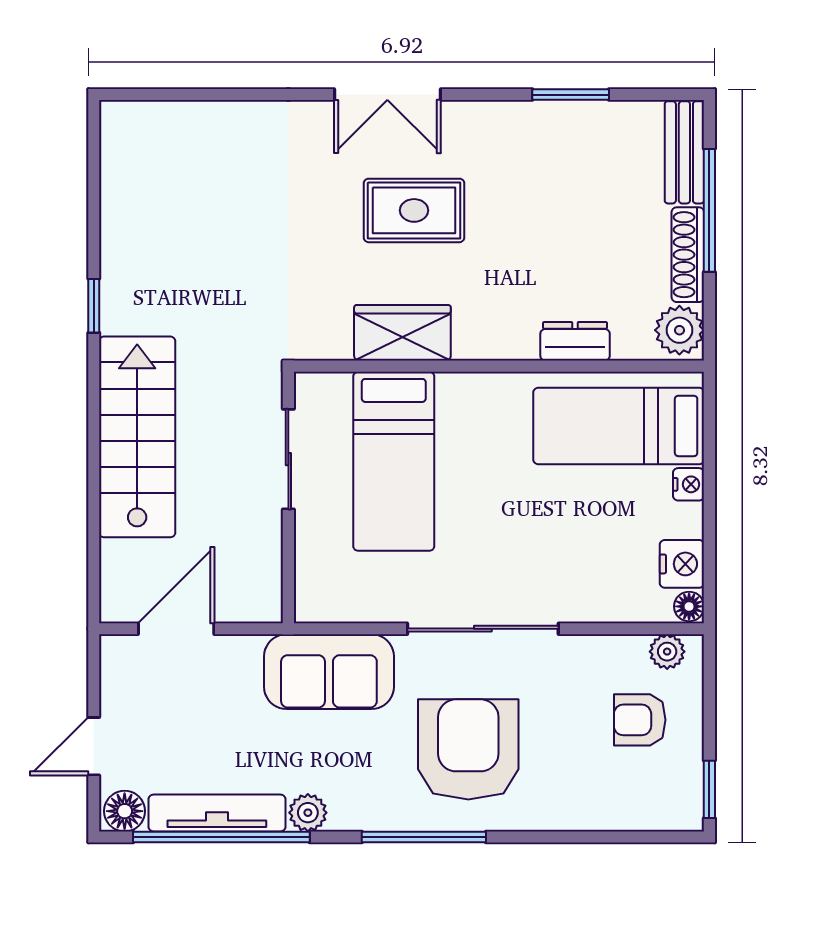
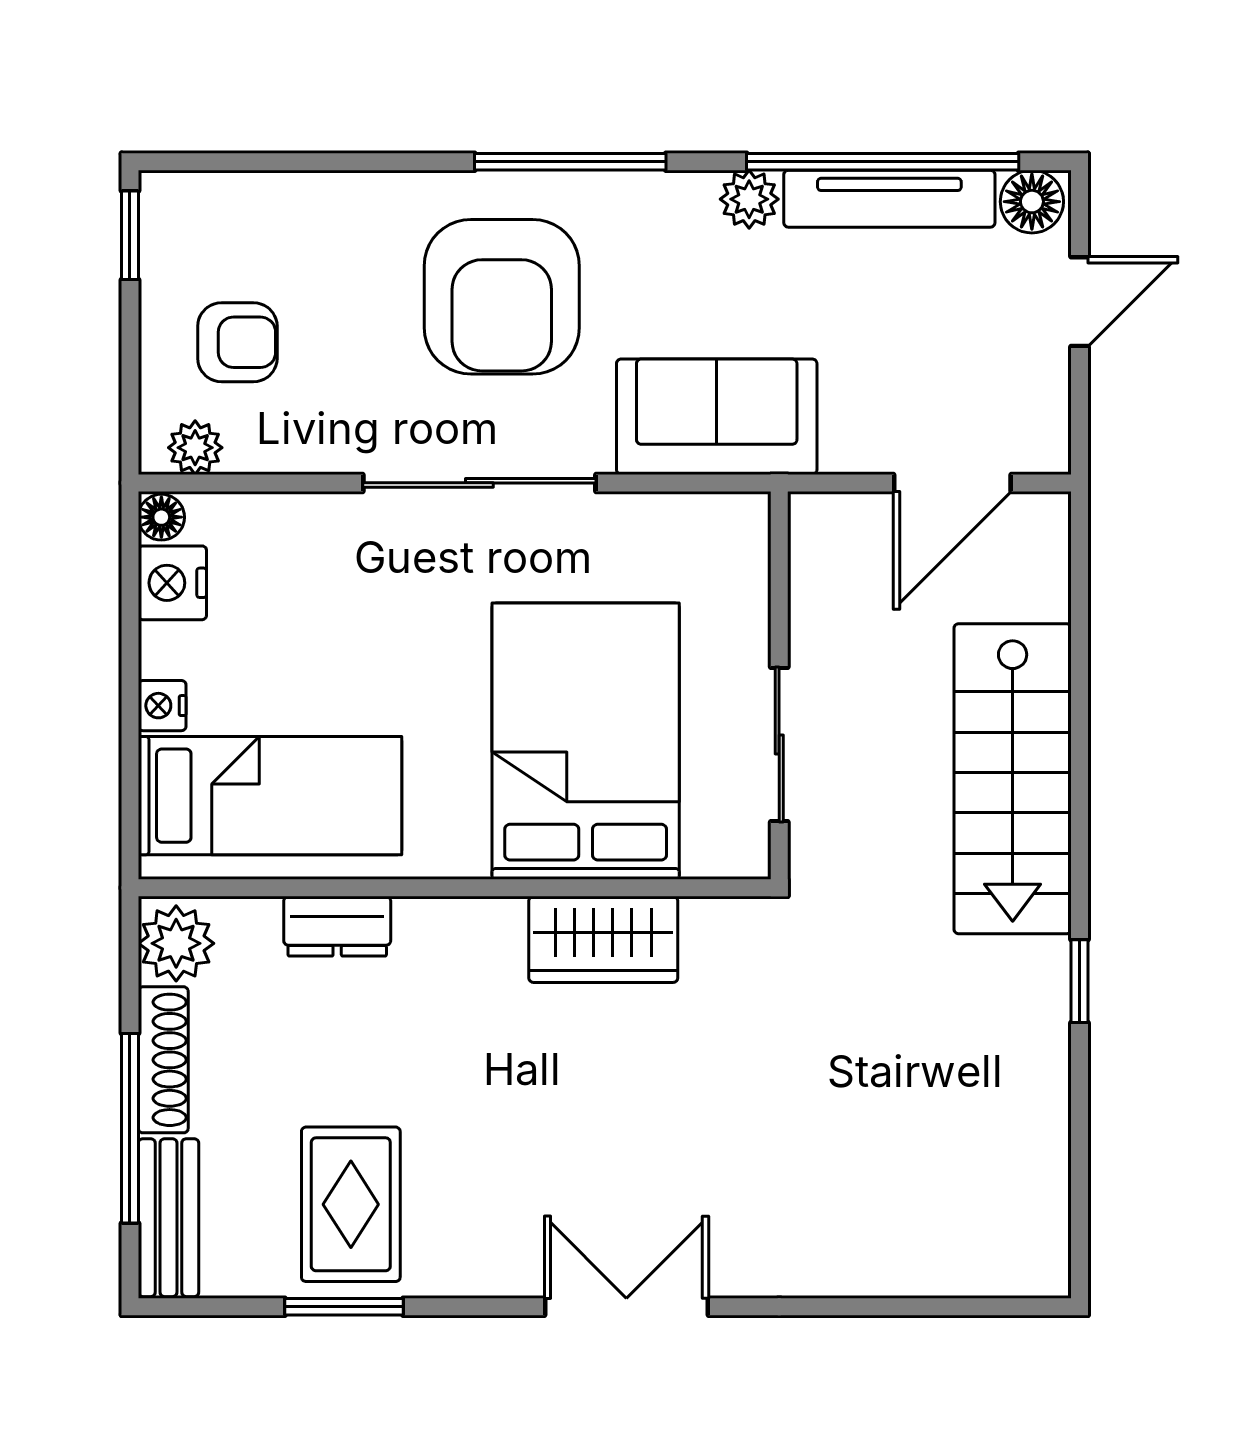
rug: (414, 210) -> (351, 1204), moved, turned 90
bed: (394, 461) -> (586, 741), width x1.50

